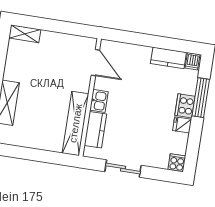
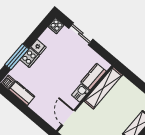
sliding door: (123, 169) -> (81, 34), moved

